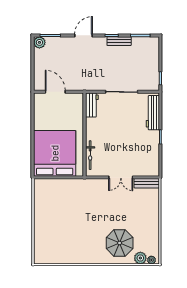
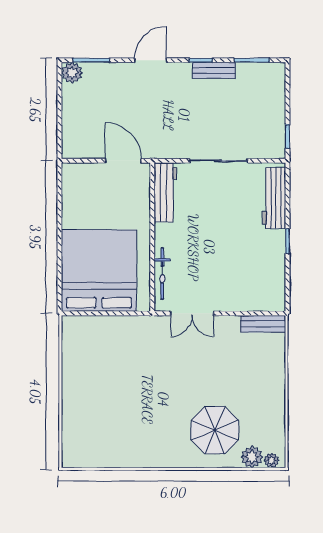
door: (55, 92) -> (123, 161), moved
workbench: (92, 105) -> (165, 192), width x1.38
double door: (121, 177) -> (192, 313), moved

